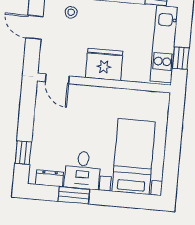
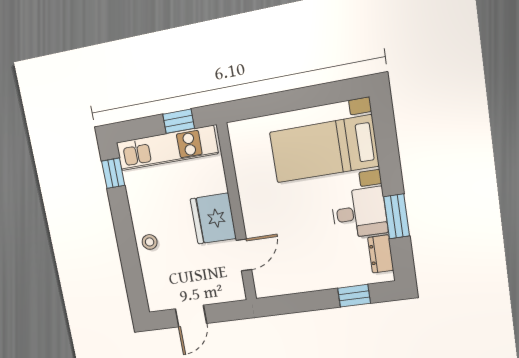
stool: (71, 12) -> (150, 242), moved
door: (57, 79) -> (244, 255), moved

